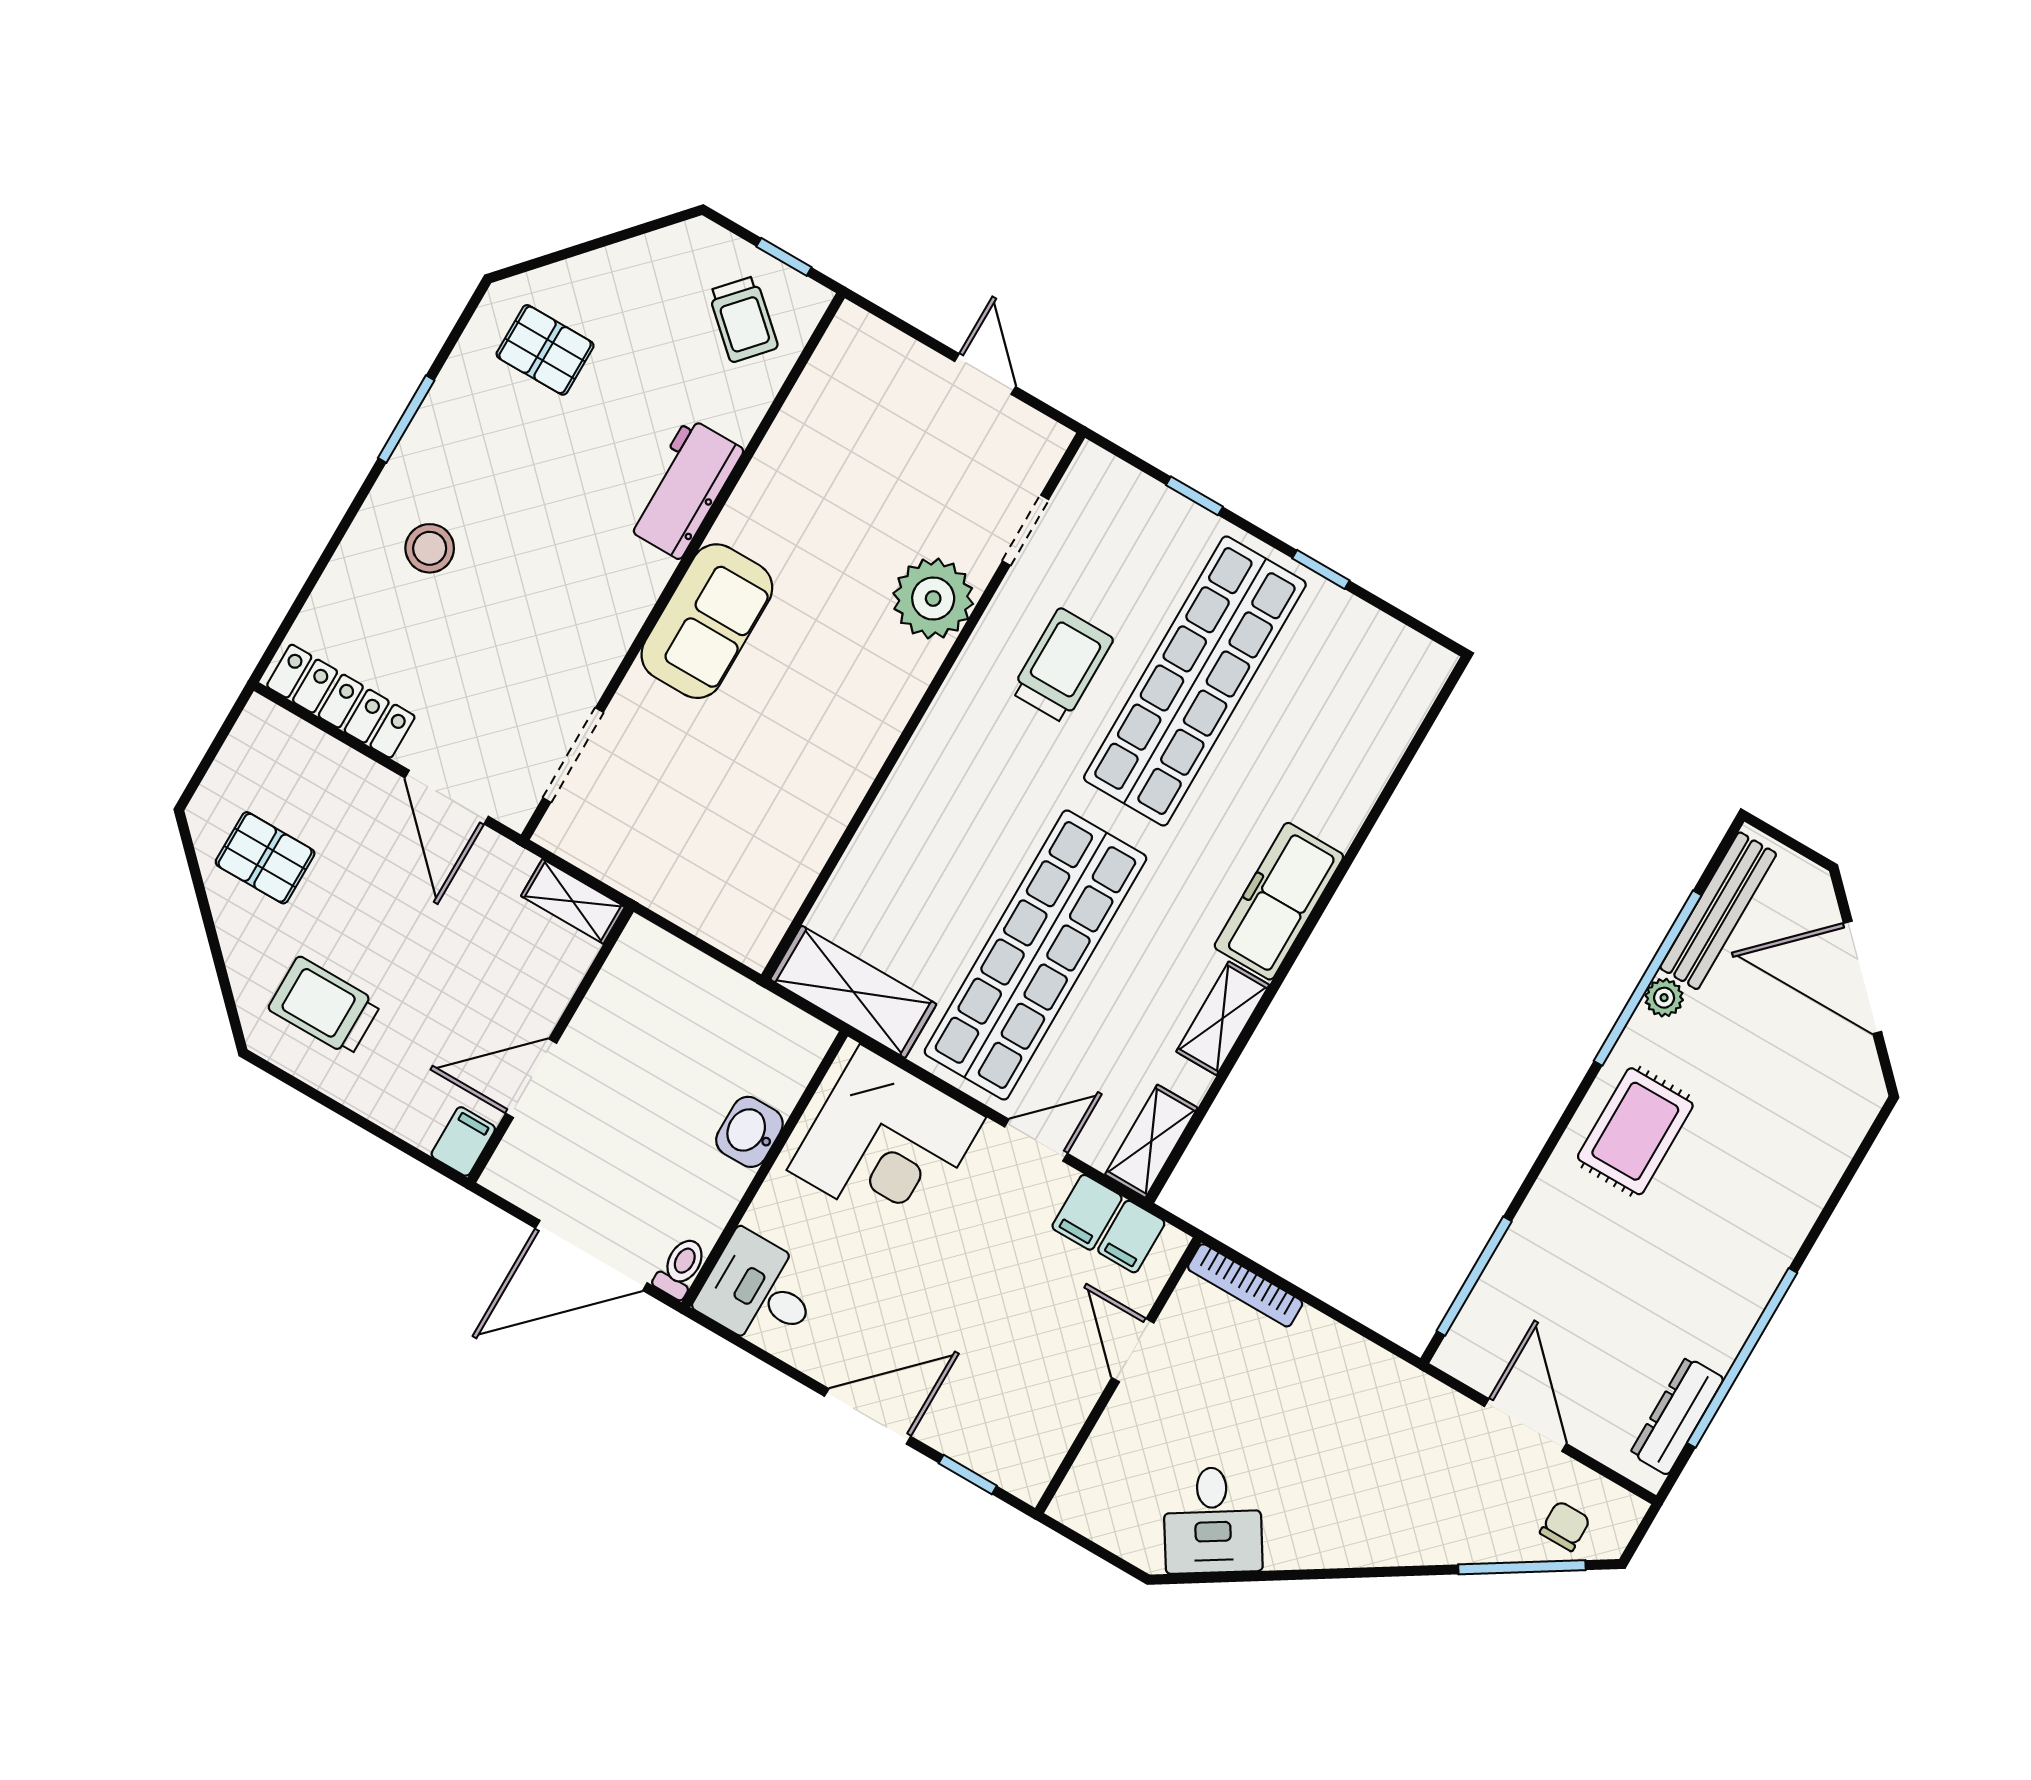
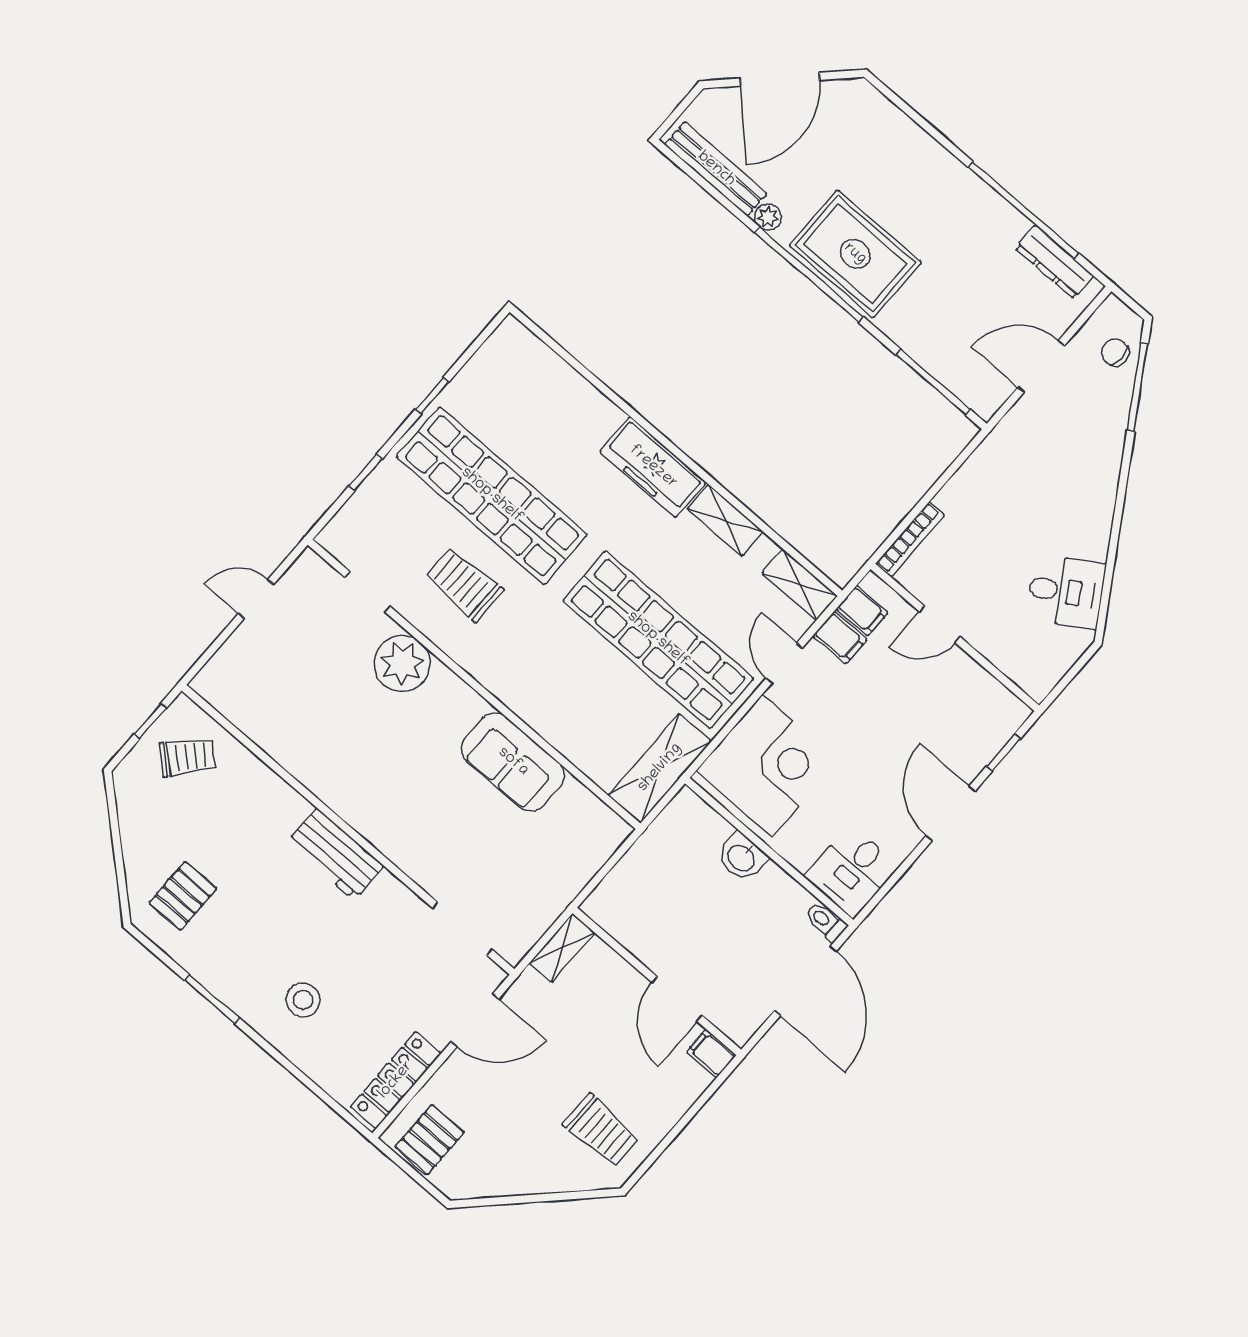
workbench: (684, 488) -> (335, 854), moved
sofa: (707, 621) -> (513, 762), moved, turned 180
pallet: (265, 858) -> (430, 1140), moved
window: (1648, 978) -> (809, 275), moved
trolley: (324, 1006) -> (601, 1131), turned -90
rug: (1635, 1131) -> (855, 254), width x1.36, depth x1.43

